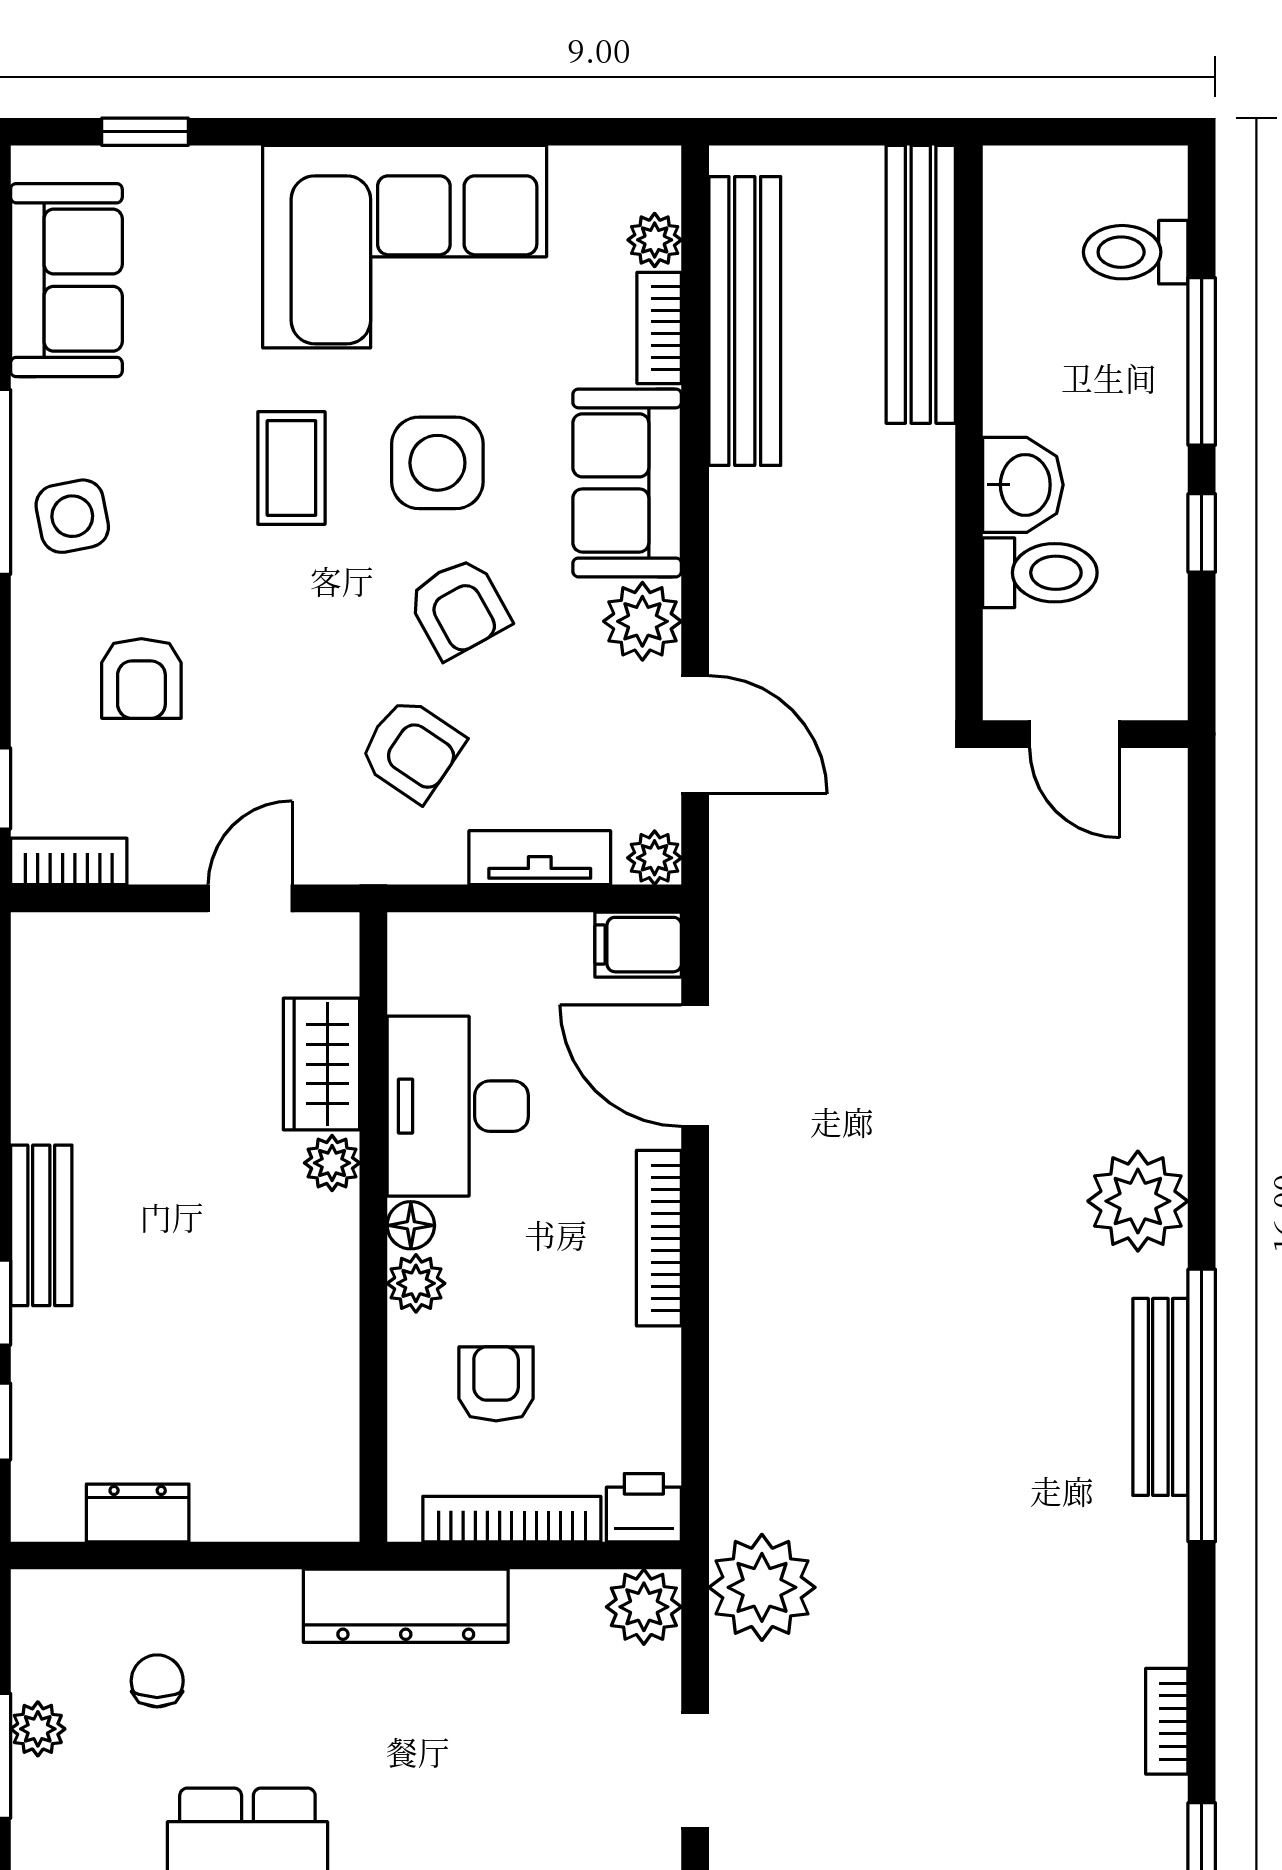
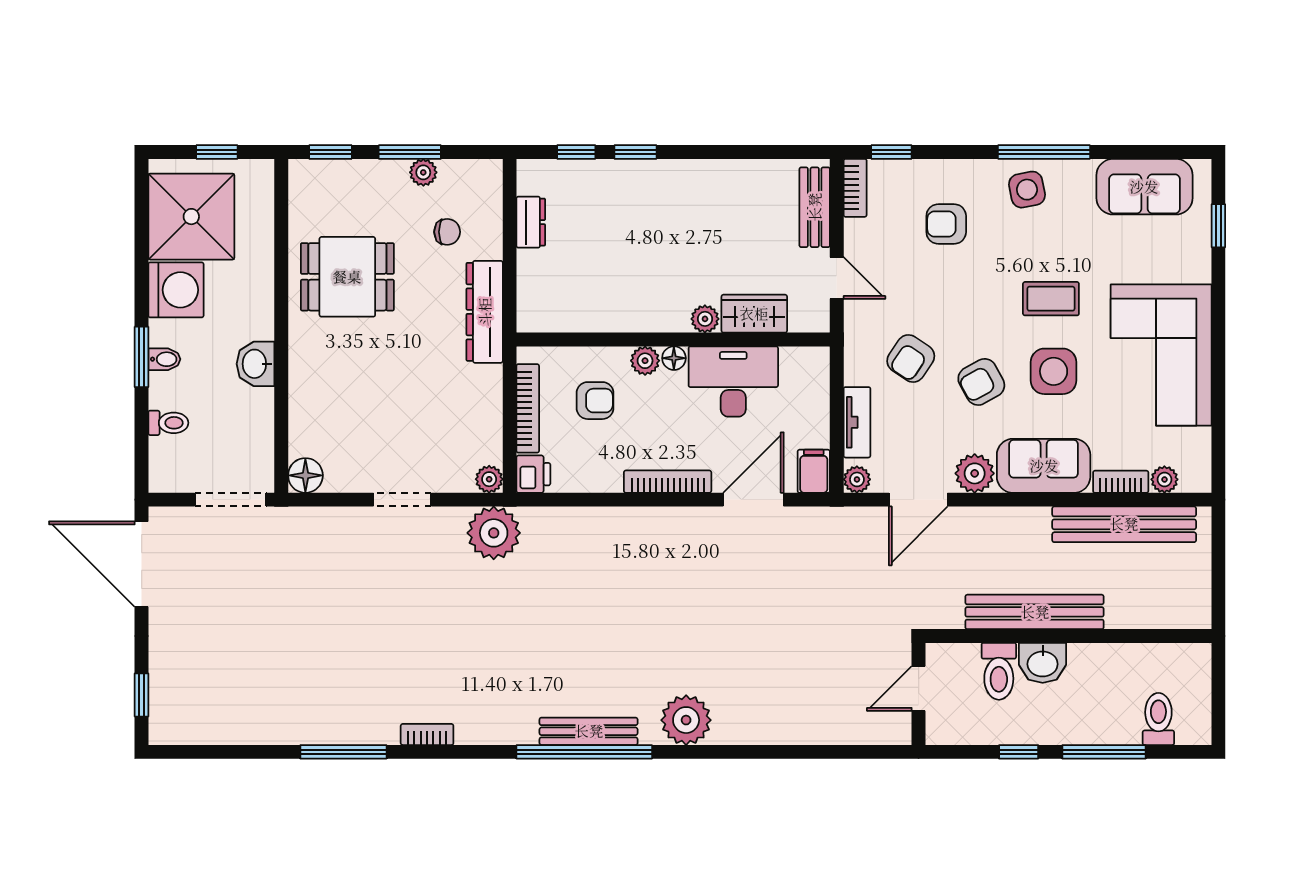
bench: (921, 284) -> (1035, 612), moved
bench: (41, 1225) -> (815, 207), moved, turned 90
dresser: (406, 1606) -> (485, 312), moved
plant: (644, 1607) -> (489, 479), width x0.73, depth x0.73

